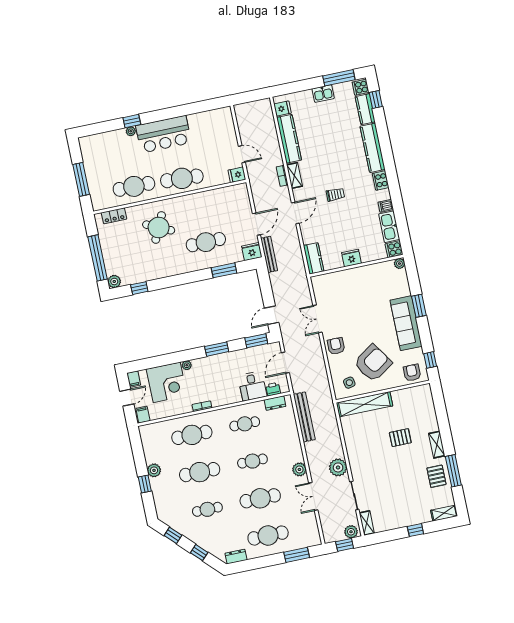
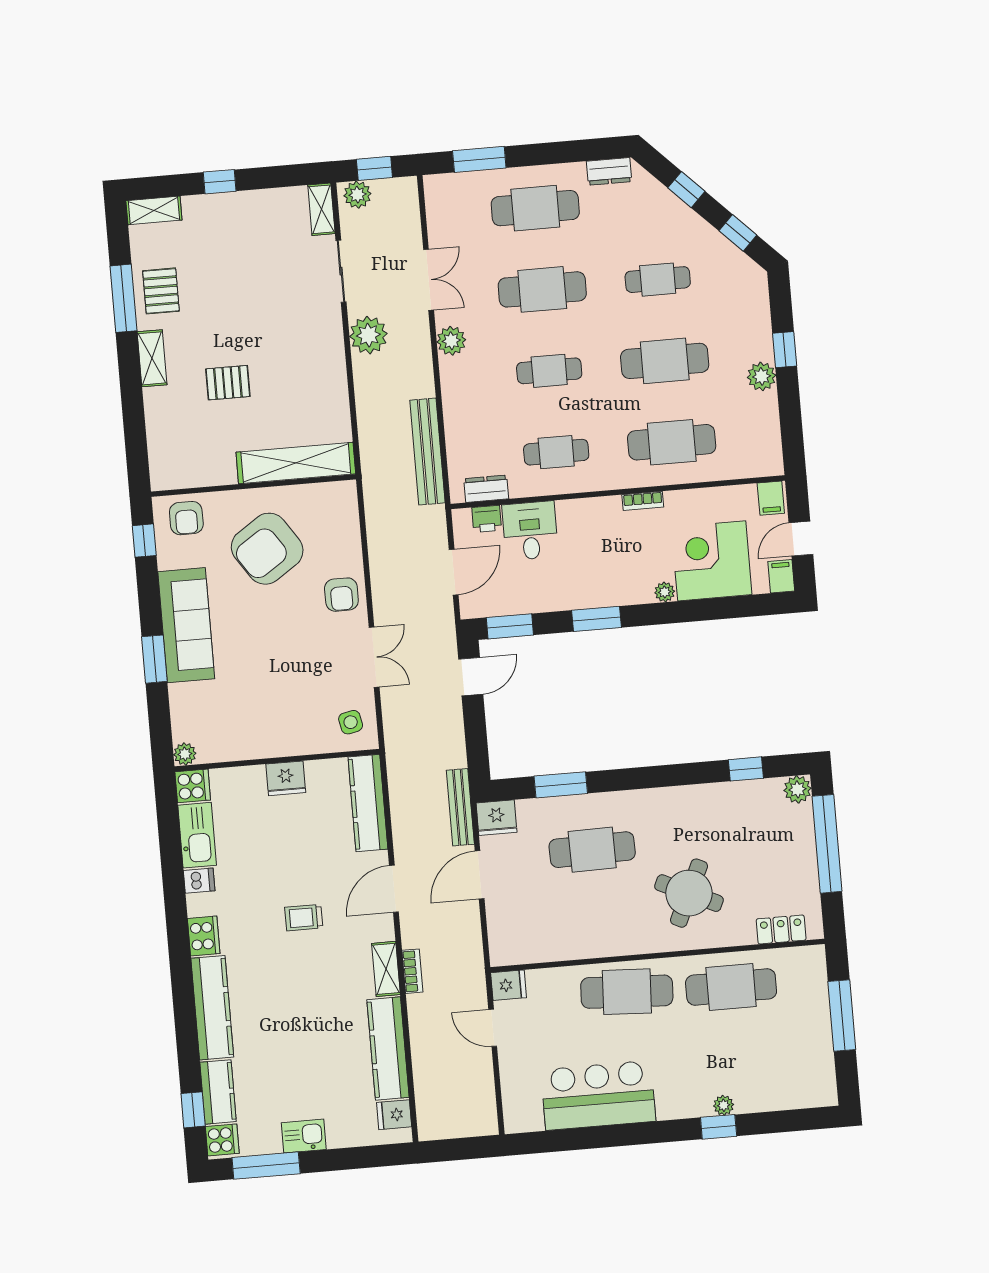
bar counter: (164, 134) -> (598, 1095), moved
kitchen counter: (314, 258) -> (368, 803), width x1.50
side table: (349, 383) -> (351, 722), moved

